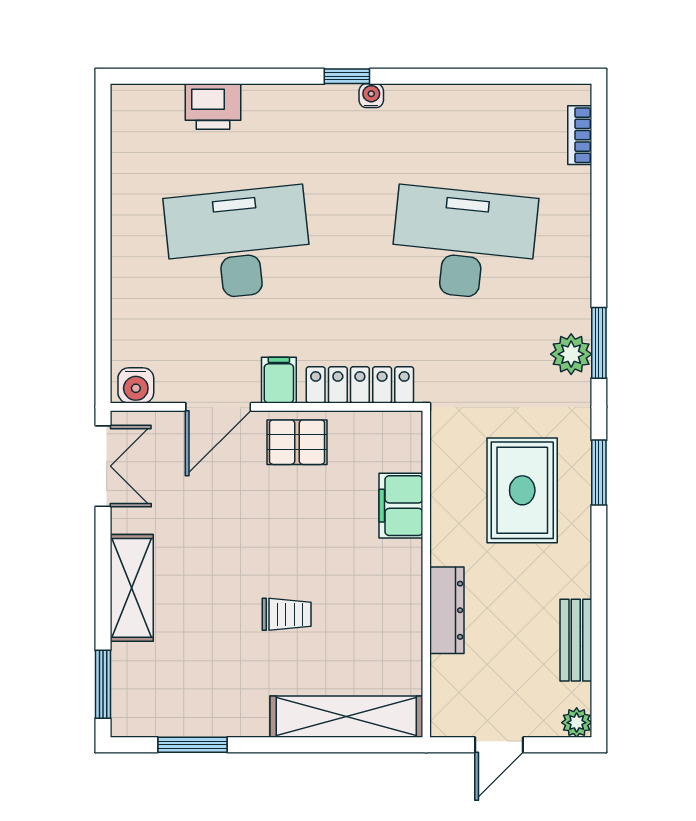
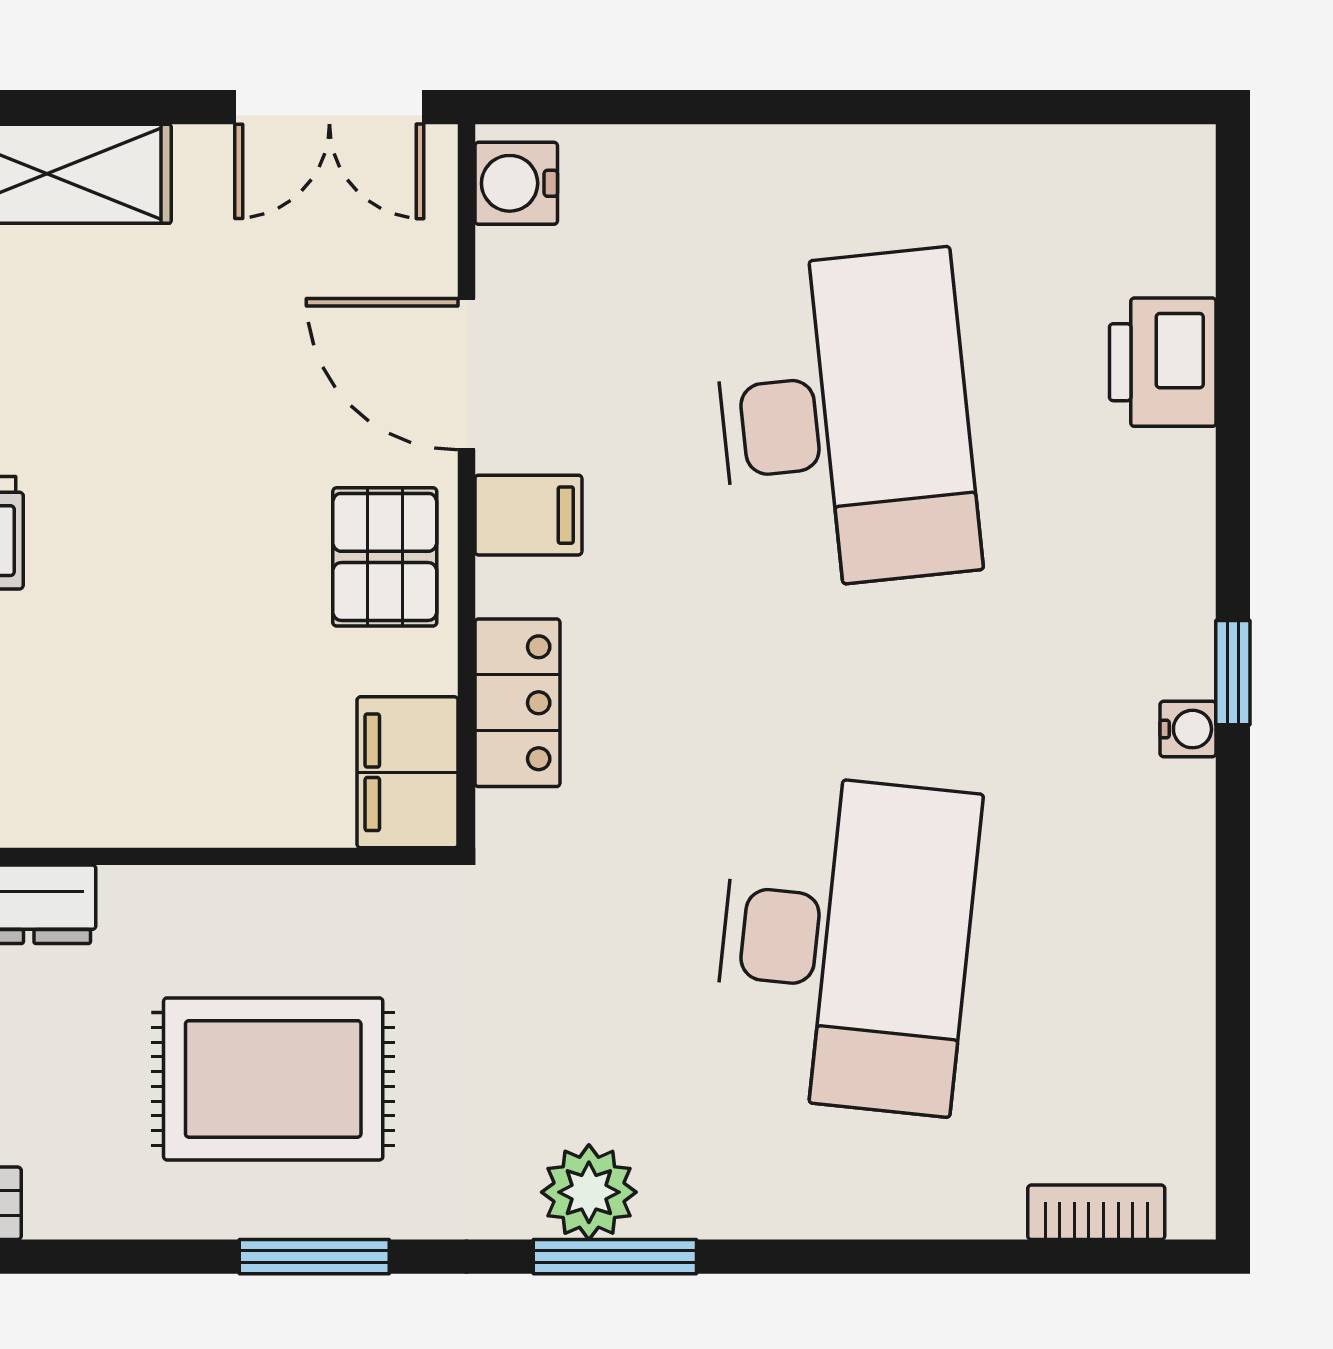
locker: (360, 385) -> (517, 703), width x0.66
filing cabinet: (401, 506) -> (408, 772), moved, turned -90

